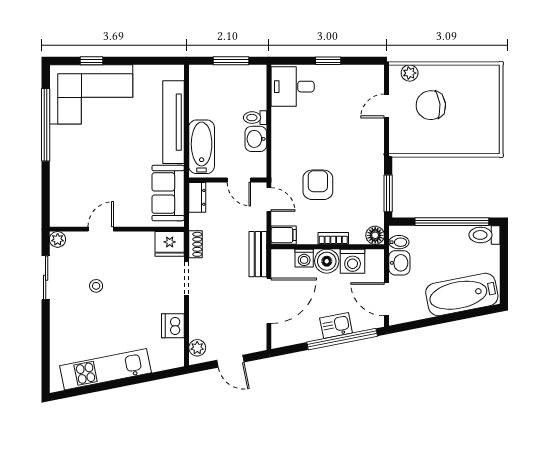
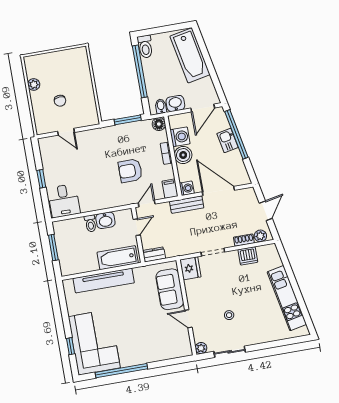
plant: (410, 73) -> (34, 84), moved
chair: (431, 105) -> (60, 101), width x0.54, depth x0.54
sofa: (168, 193) -> (170, 289), moved, turned 90
shoe rack: (195, 244) -> (244, 240), moved
washing machine: (304, 258) -> (187, 188), moved

